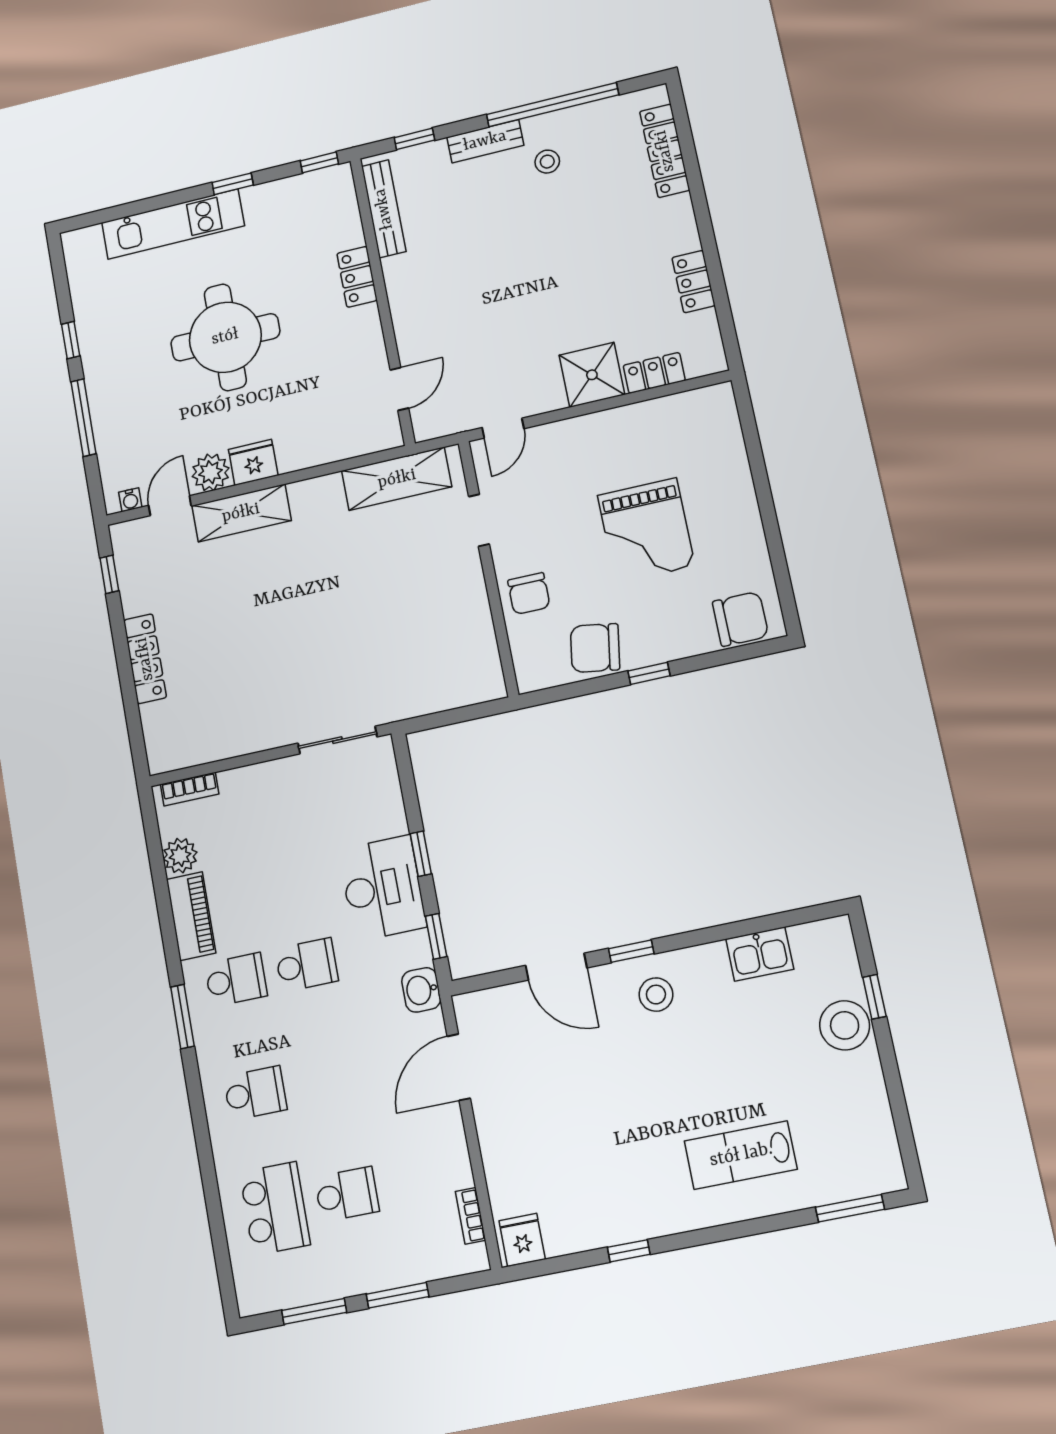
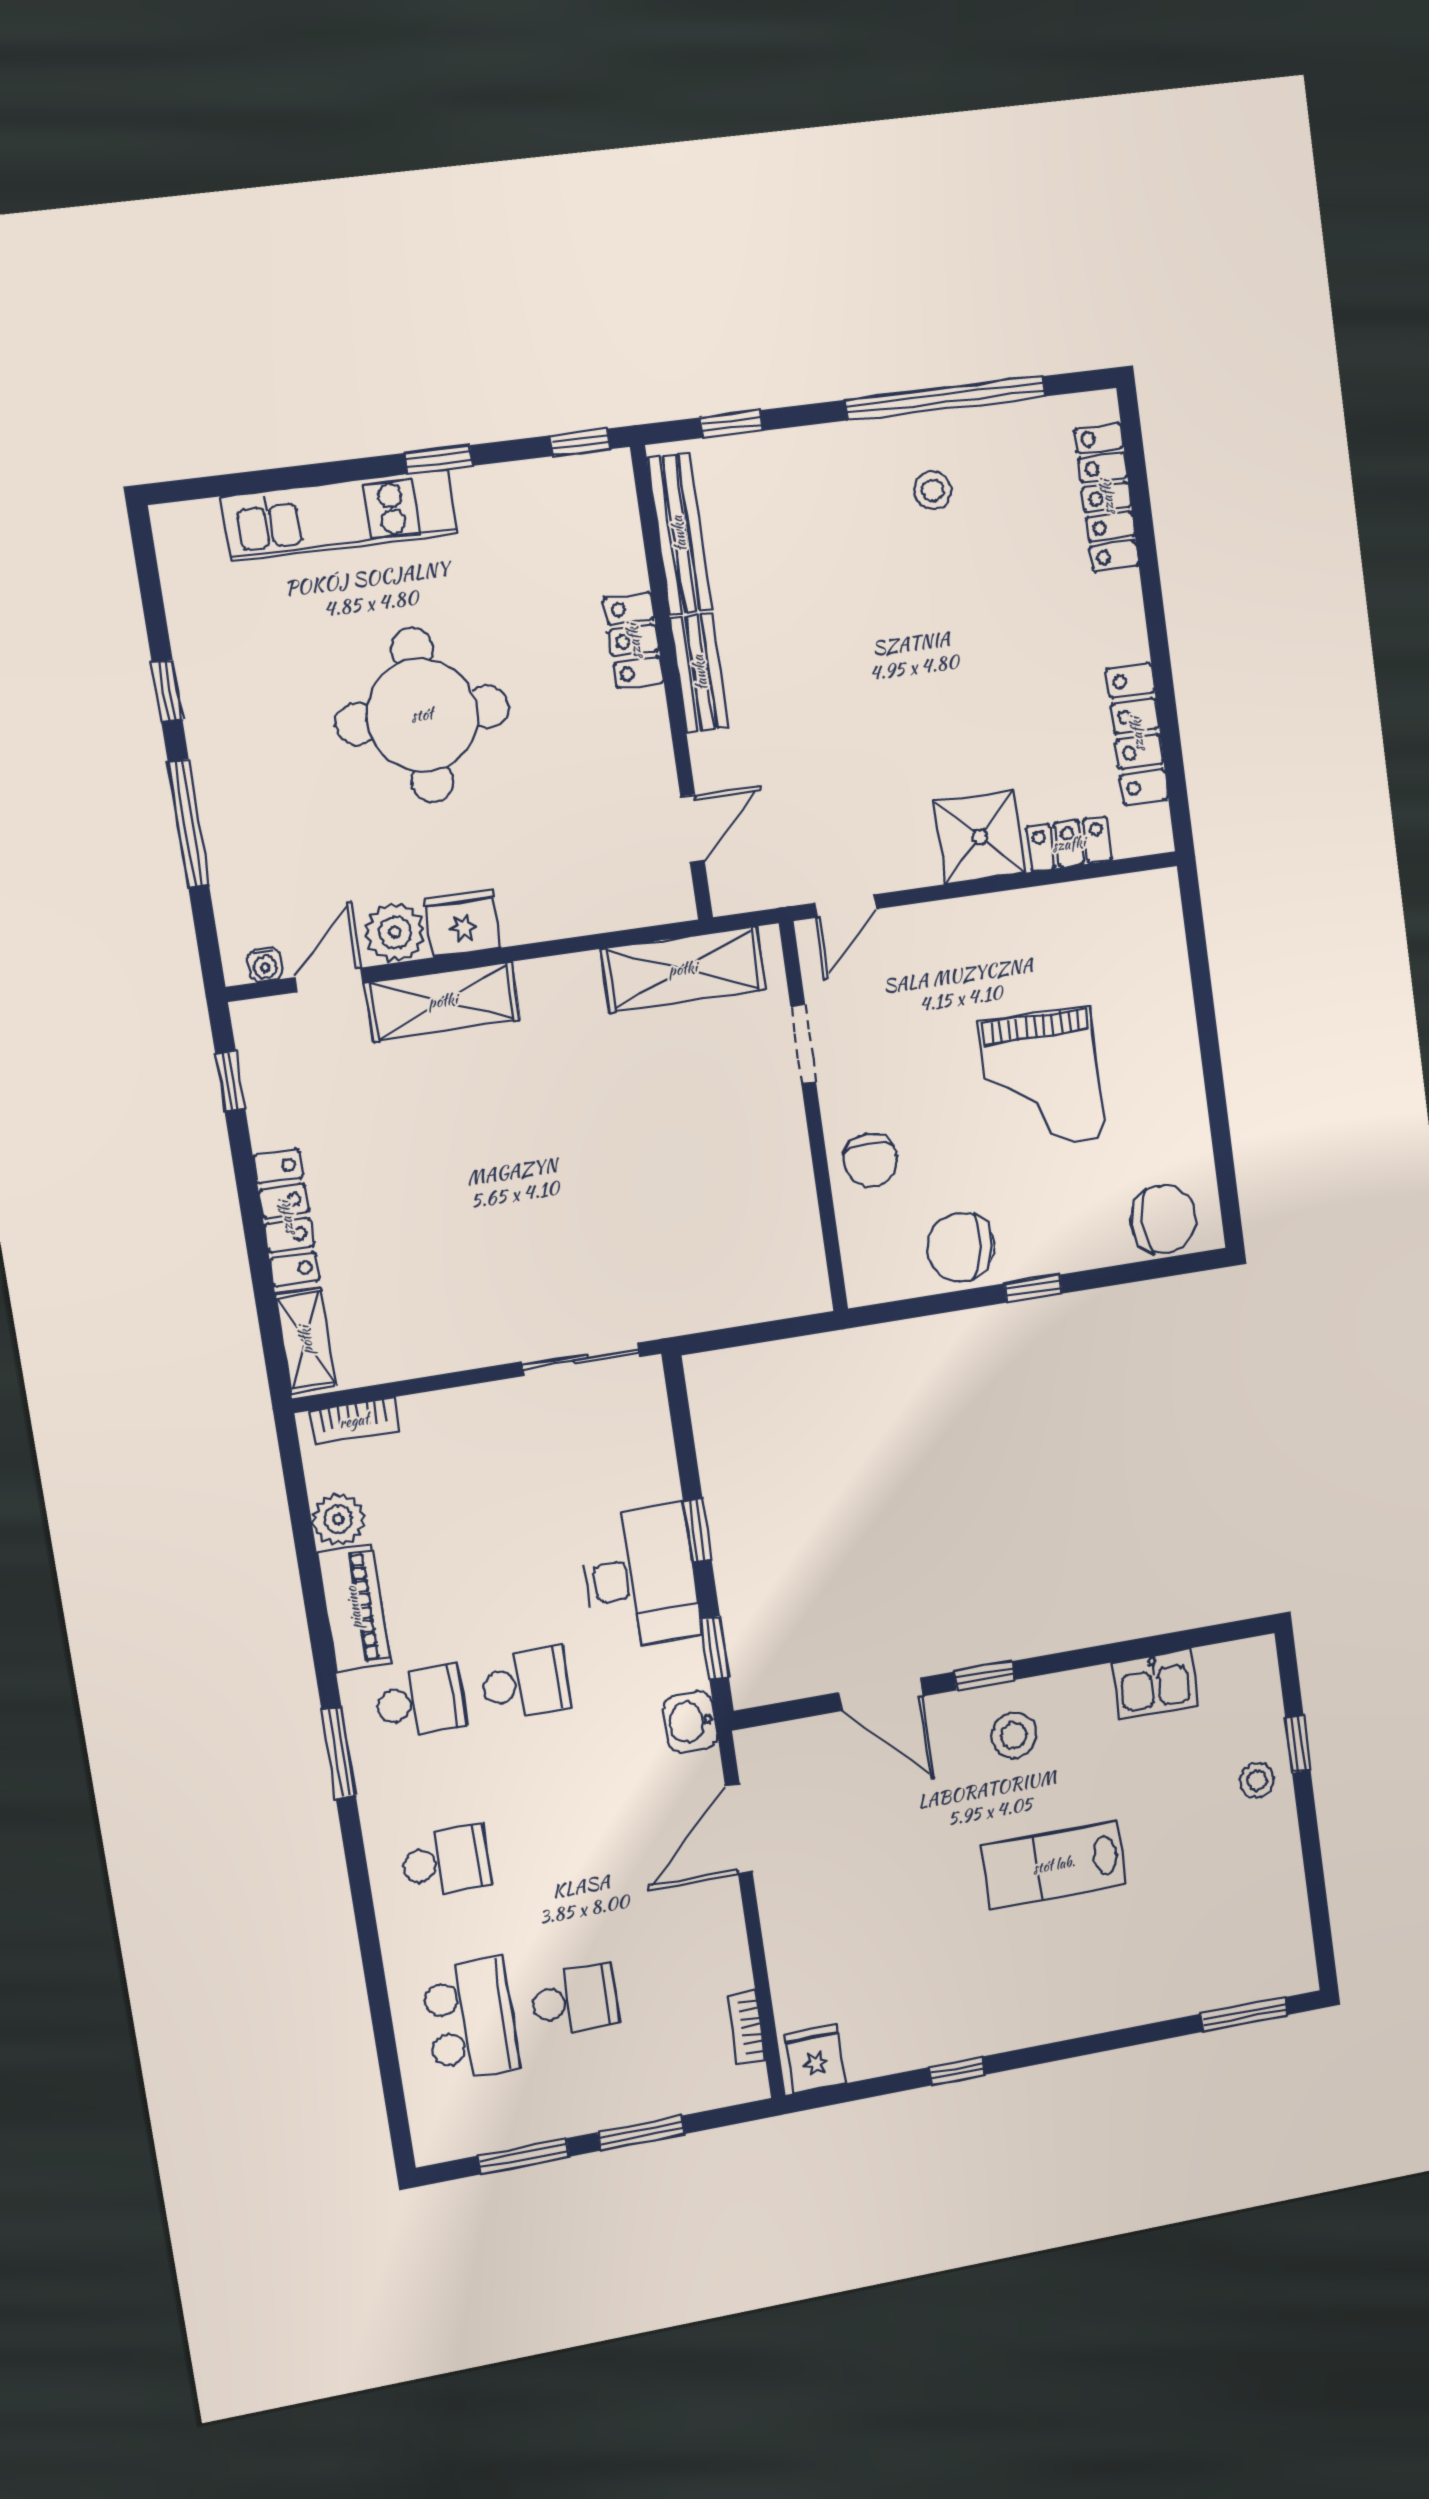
bench: (485, 141) -> (700, 673), moved, turned 90
locker: (694, 282) -> (1137, 734), width x1.53
shelving: (158, 738) -> (306, 1340), added
stool: (845, 1025) -> (1257, 1780), width x0.53, depth x0.53
lab bench: (741, 1155) -> (1054, 1865), moved

